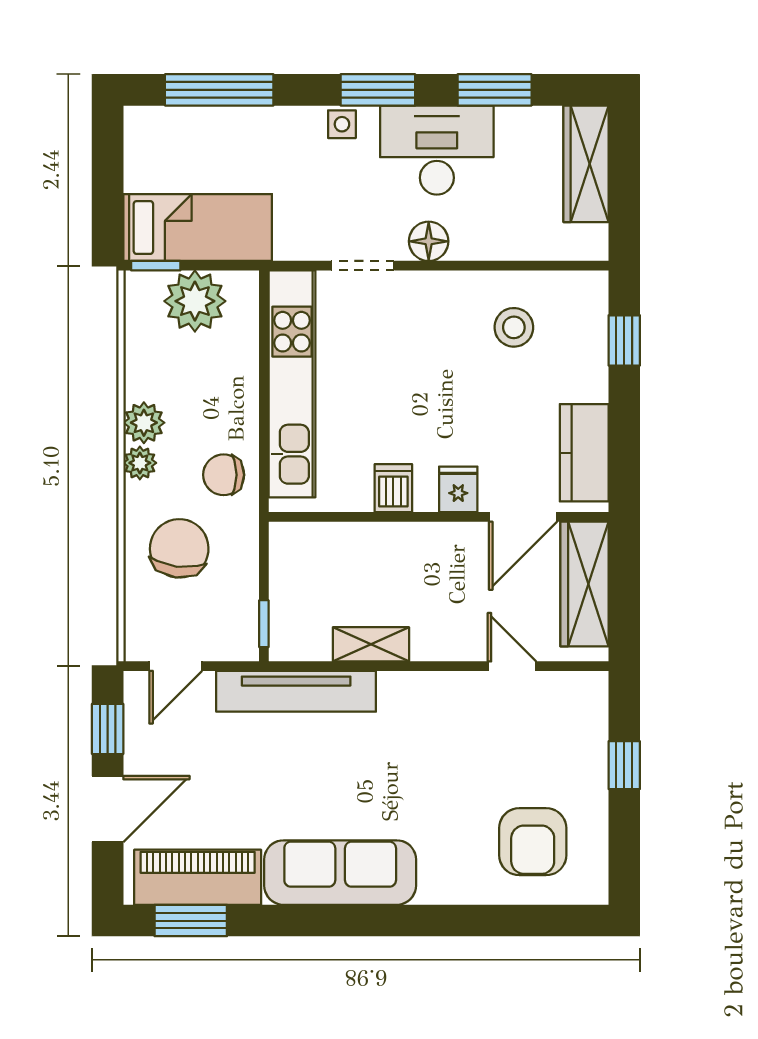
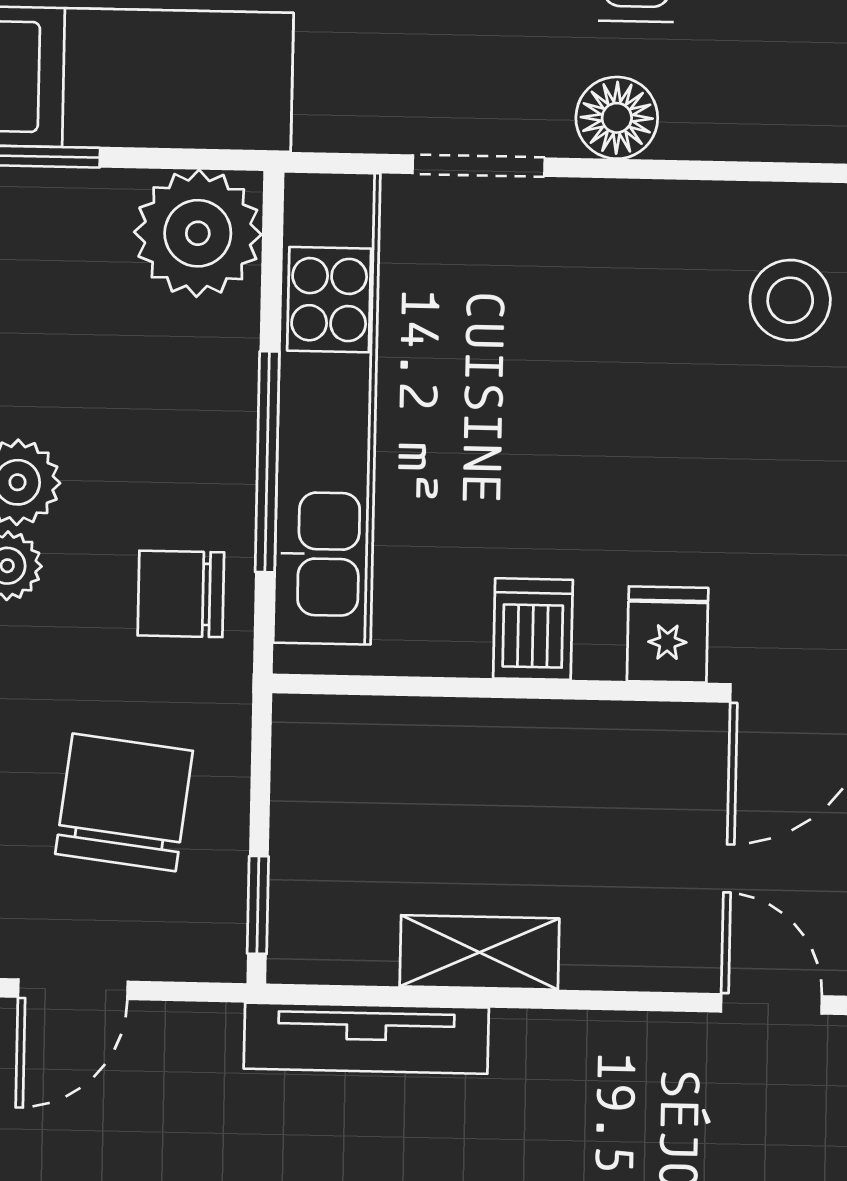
plant: (195, 301) -> (198, 233), moved
window: (264, 410) -> (267, 462), added
chair: (179, 548) -> (124, 802), moved
tv unit: (296, 691) -> (366, 1038), width x0.73, depth x0.78

